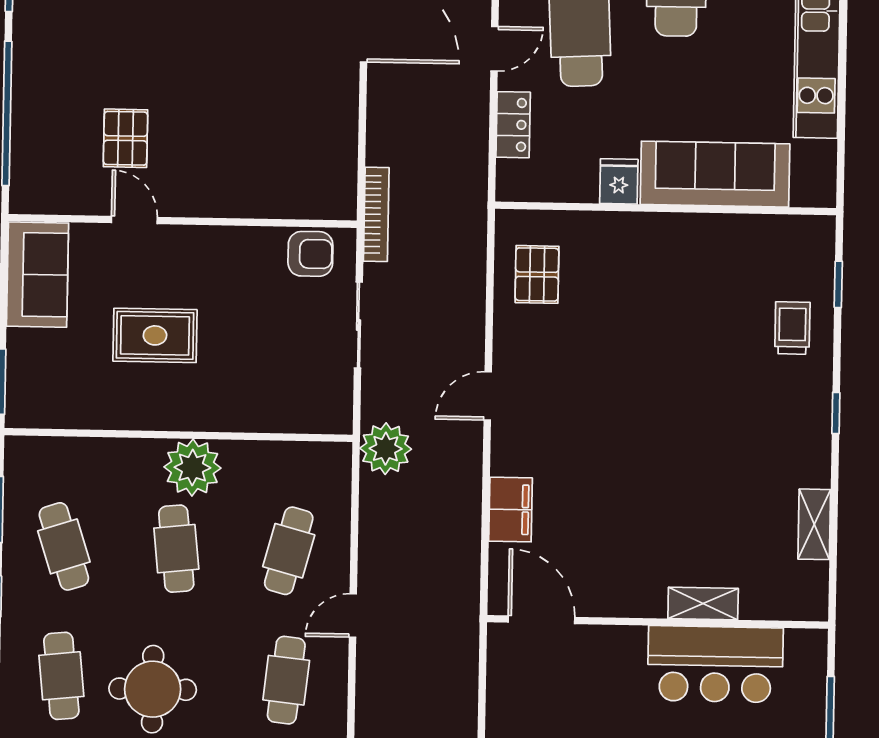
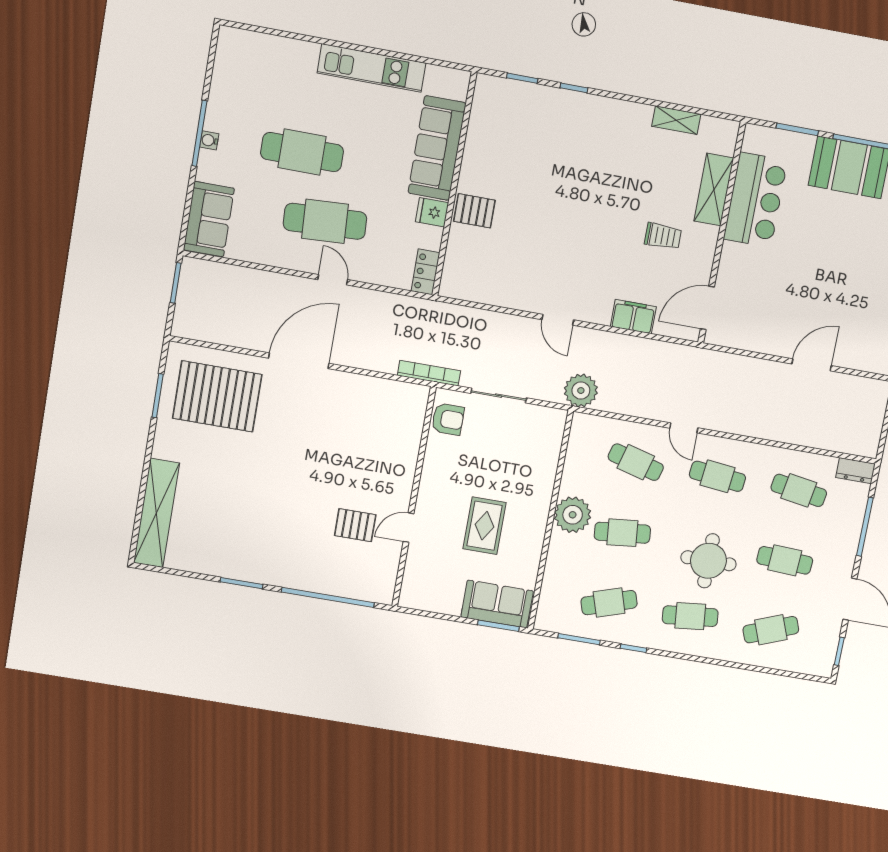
locker: (513, 125) -> (426, 272), moved, turned -90
armchair: (310, 254) -> (448, 419), turned 90
pallet: (537, 274) -> (474, 211), moved
sofa: (38, 275) -> (497, 604), moved
trolley: (792, 328) -> (663, 236), moved, turned 180
window: (836, 413) -> (574, 88), moved
shelving: (703, 604) -> (714, 190), width x1.50, depth x1.33

